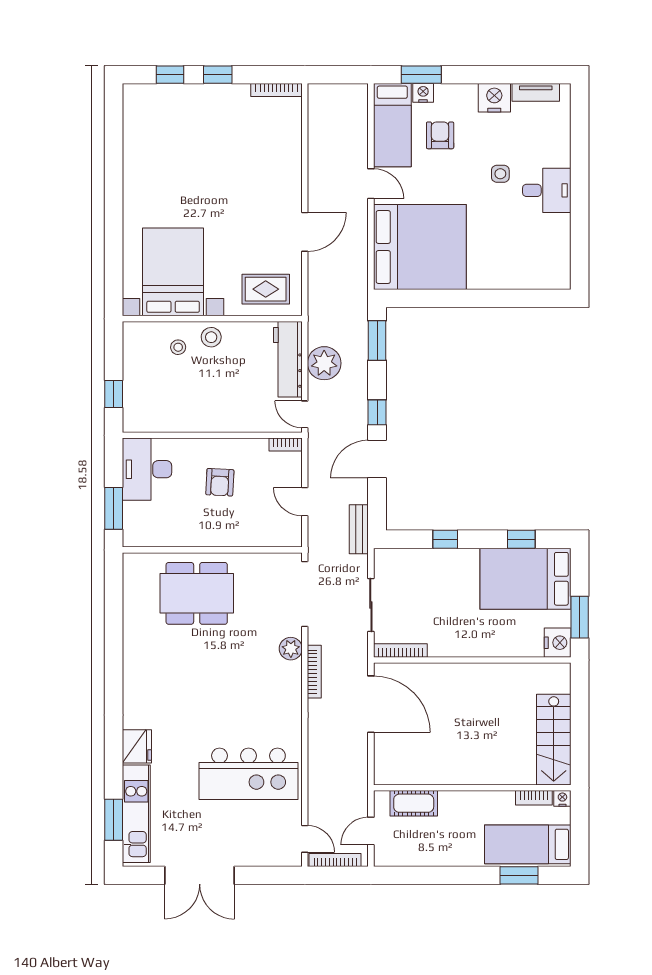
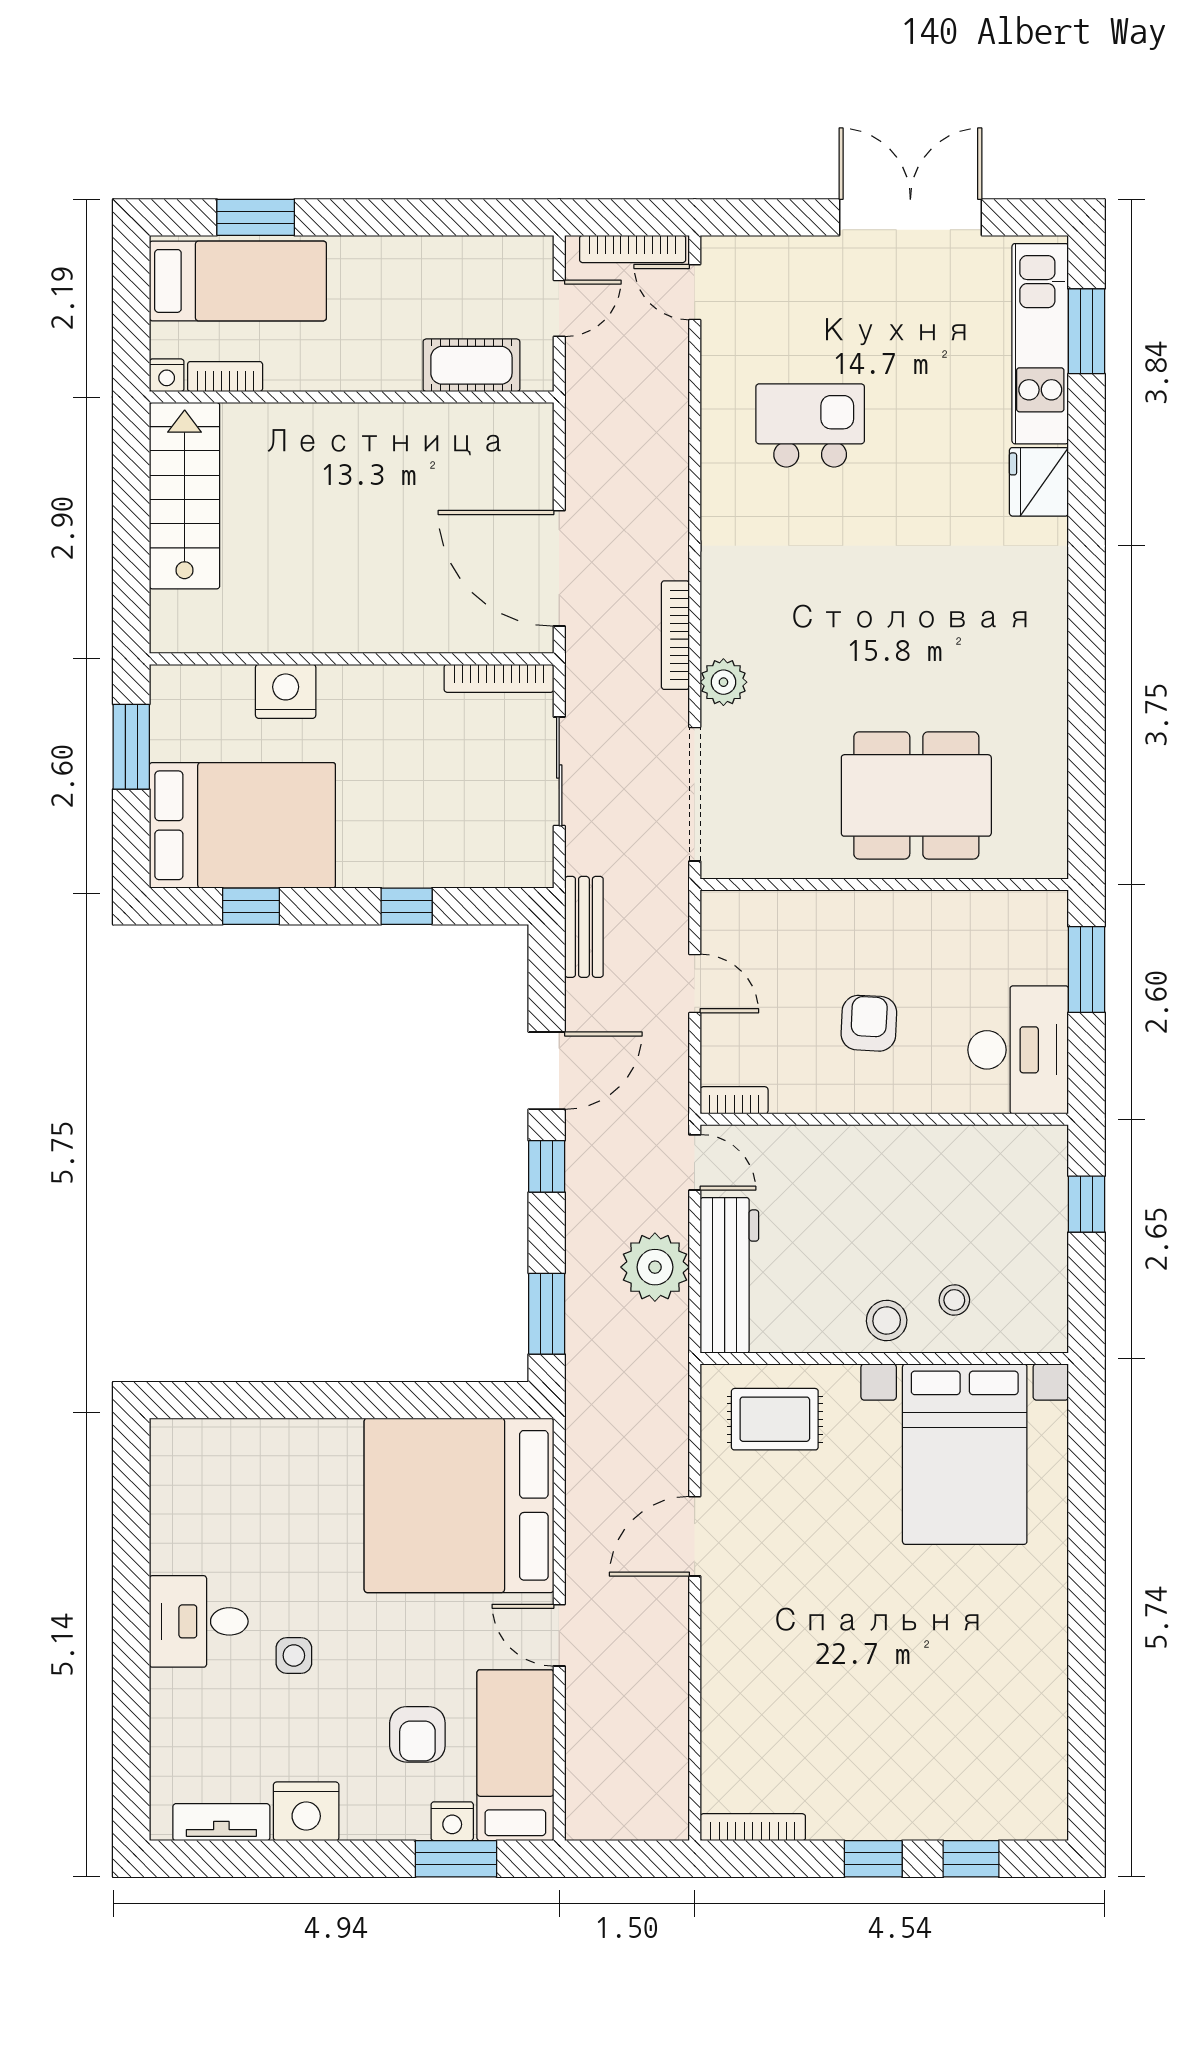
nightstand: (558, 643) -> (286, 691), moved, turned 90
kitchen island: (248, 774) -> (810, 425), width x0.54, depth x0.78

